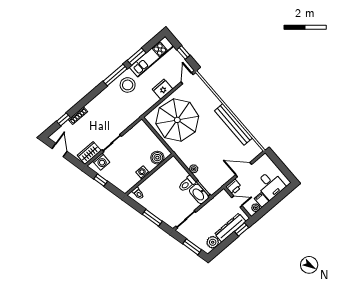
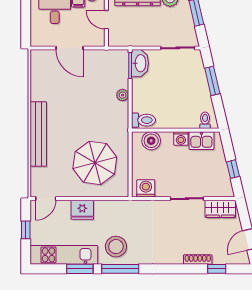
parasol: (177, 120) -> (95, 163), width x0.73, depth x0.73
bench: (234, 124) -> (38, 134), moved
washing machine: (101, 162) -> (146, 188), moved
kitchen sink: (131, 181) -> (201, 141), added
toilet: (187, 184) -> (144, 120), moved
printer: (234, 187) -> (96, 39), removed

